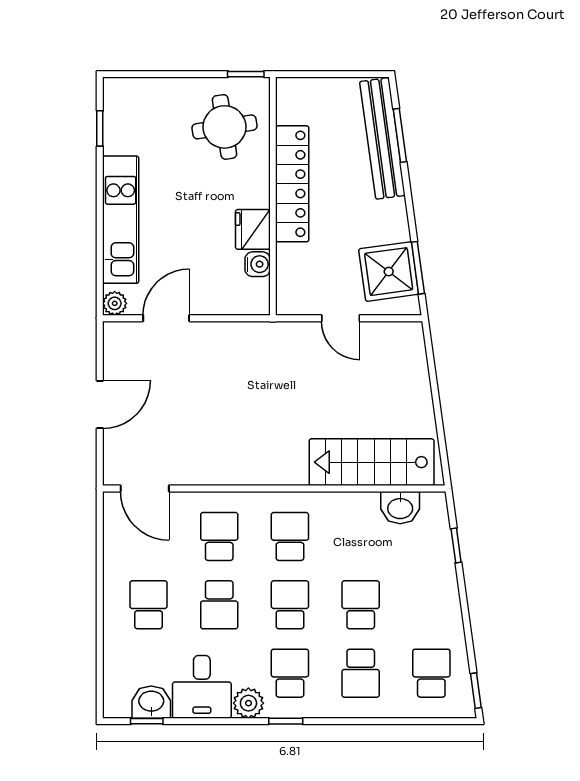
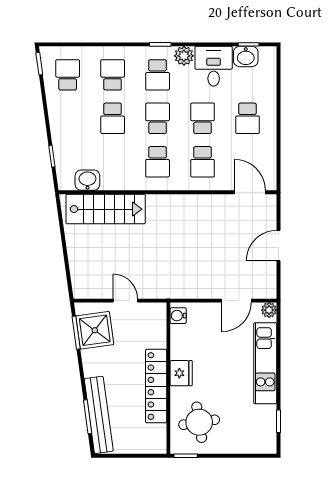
fridge: (253, 229) -> (181, 373), moved
water cooler: (258, 264) -> (178, 316), moved
school desk: (290, 605) -> (158, 118), turned 180
school desk: (431, 673) -> (68, 75), turned 180

